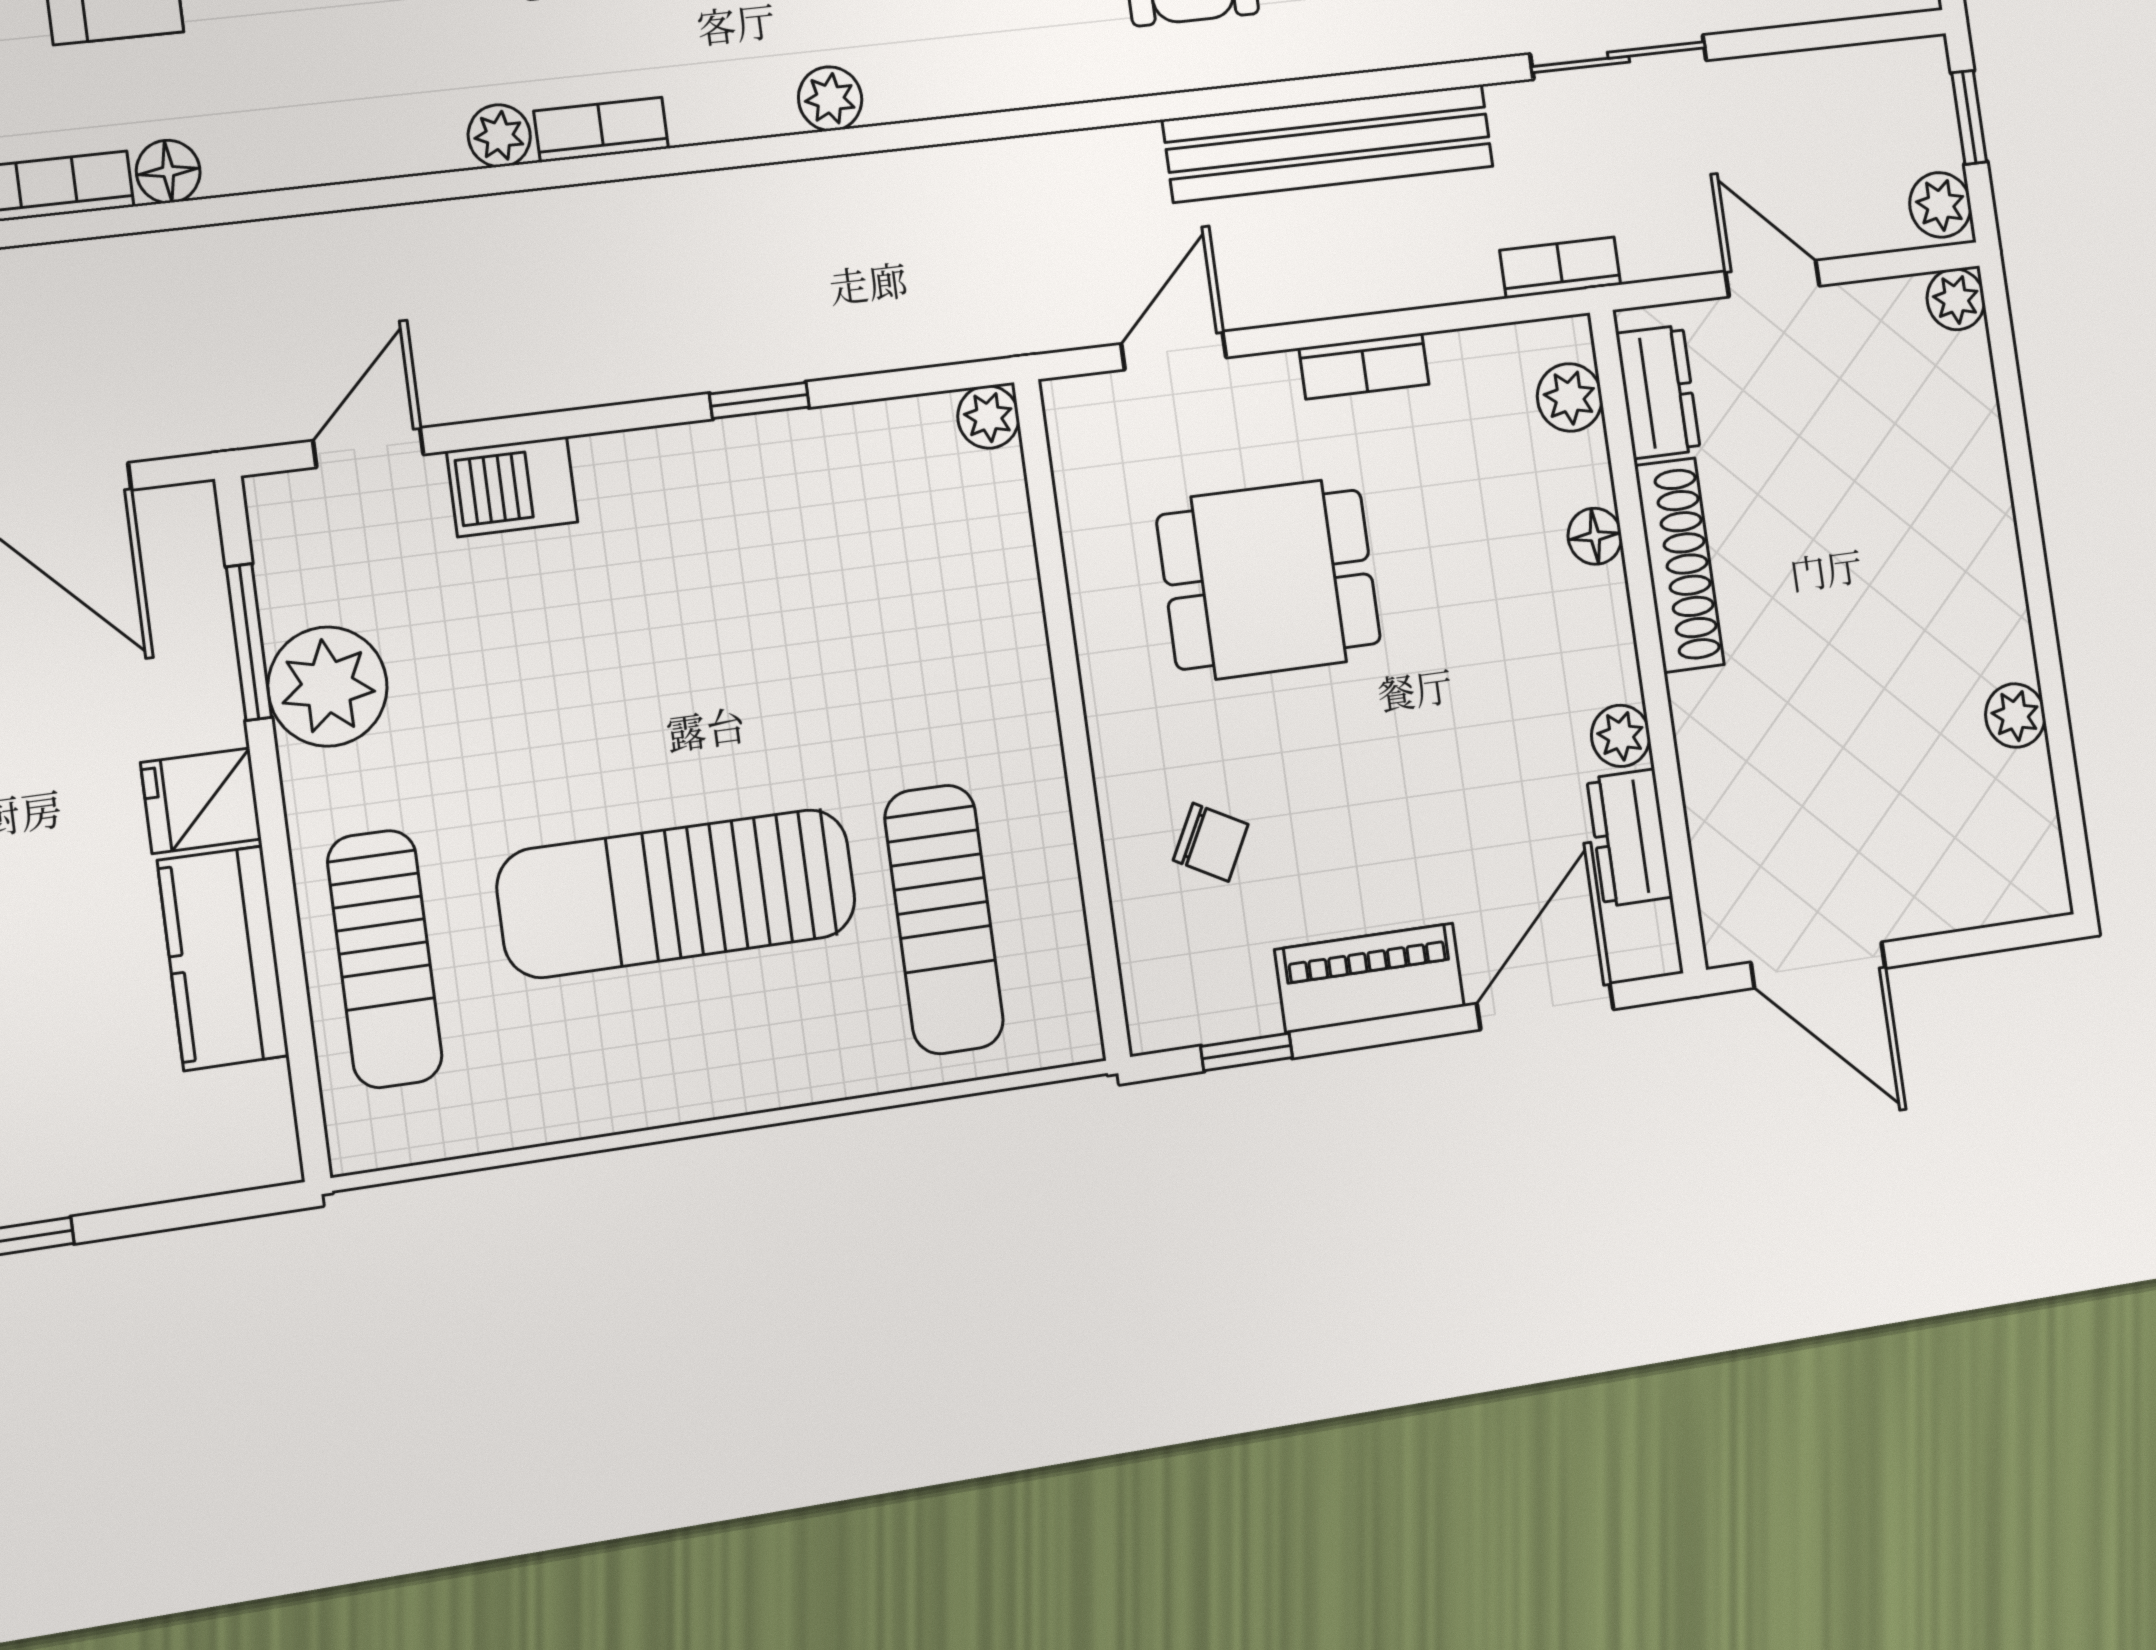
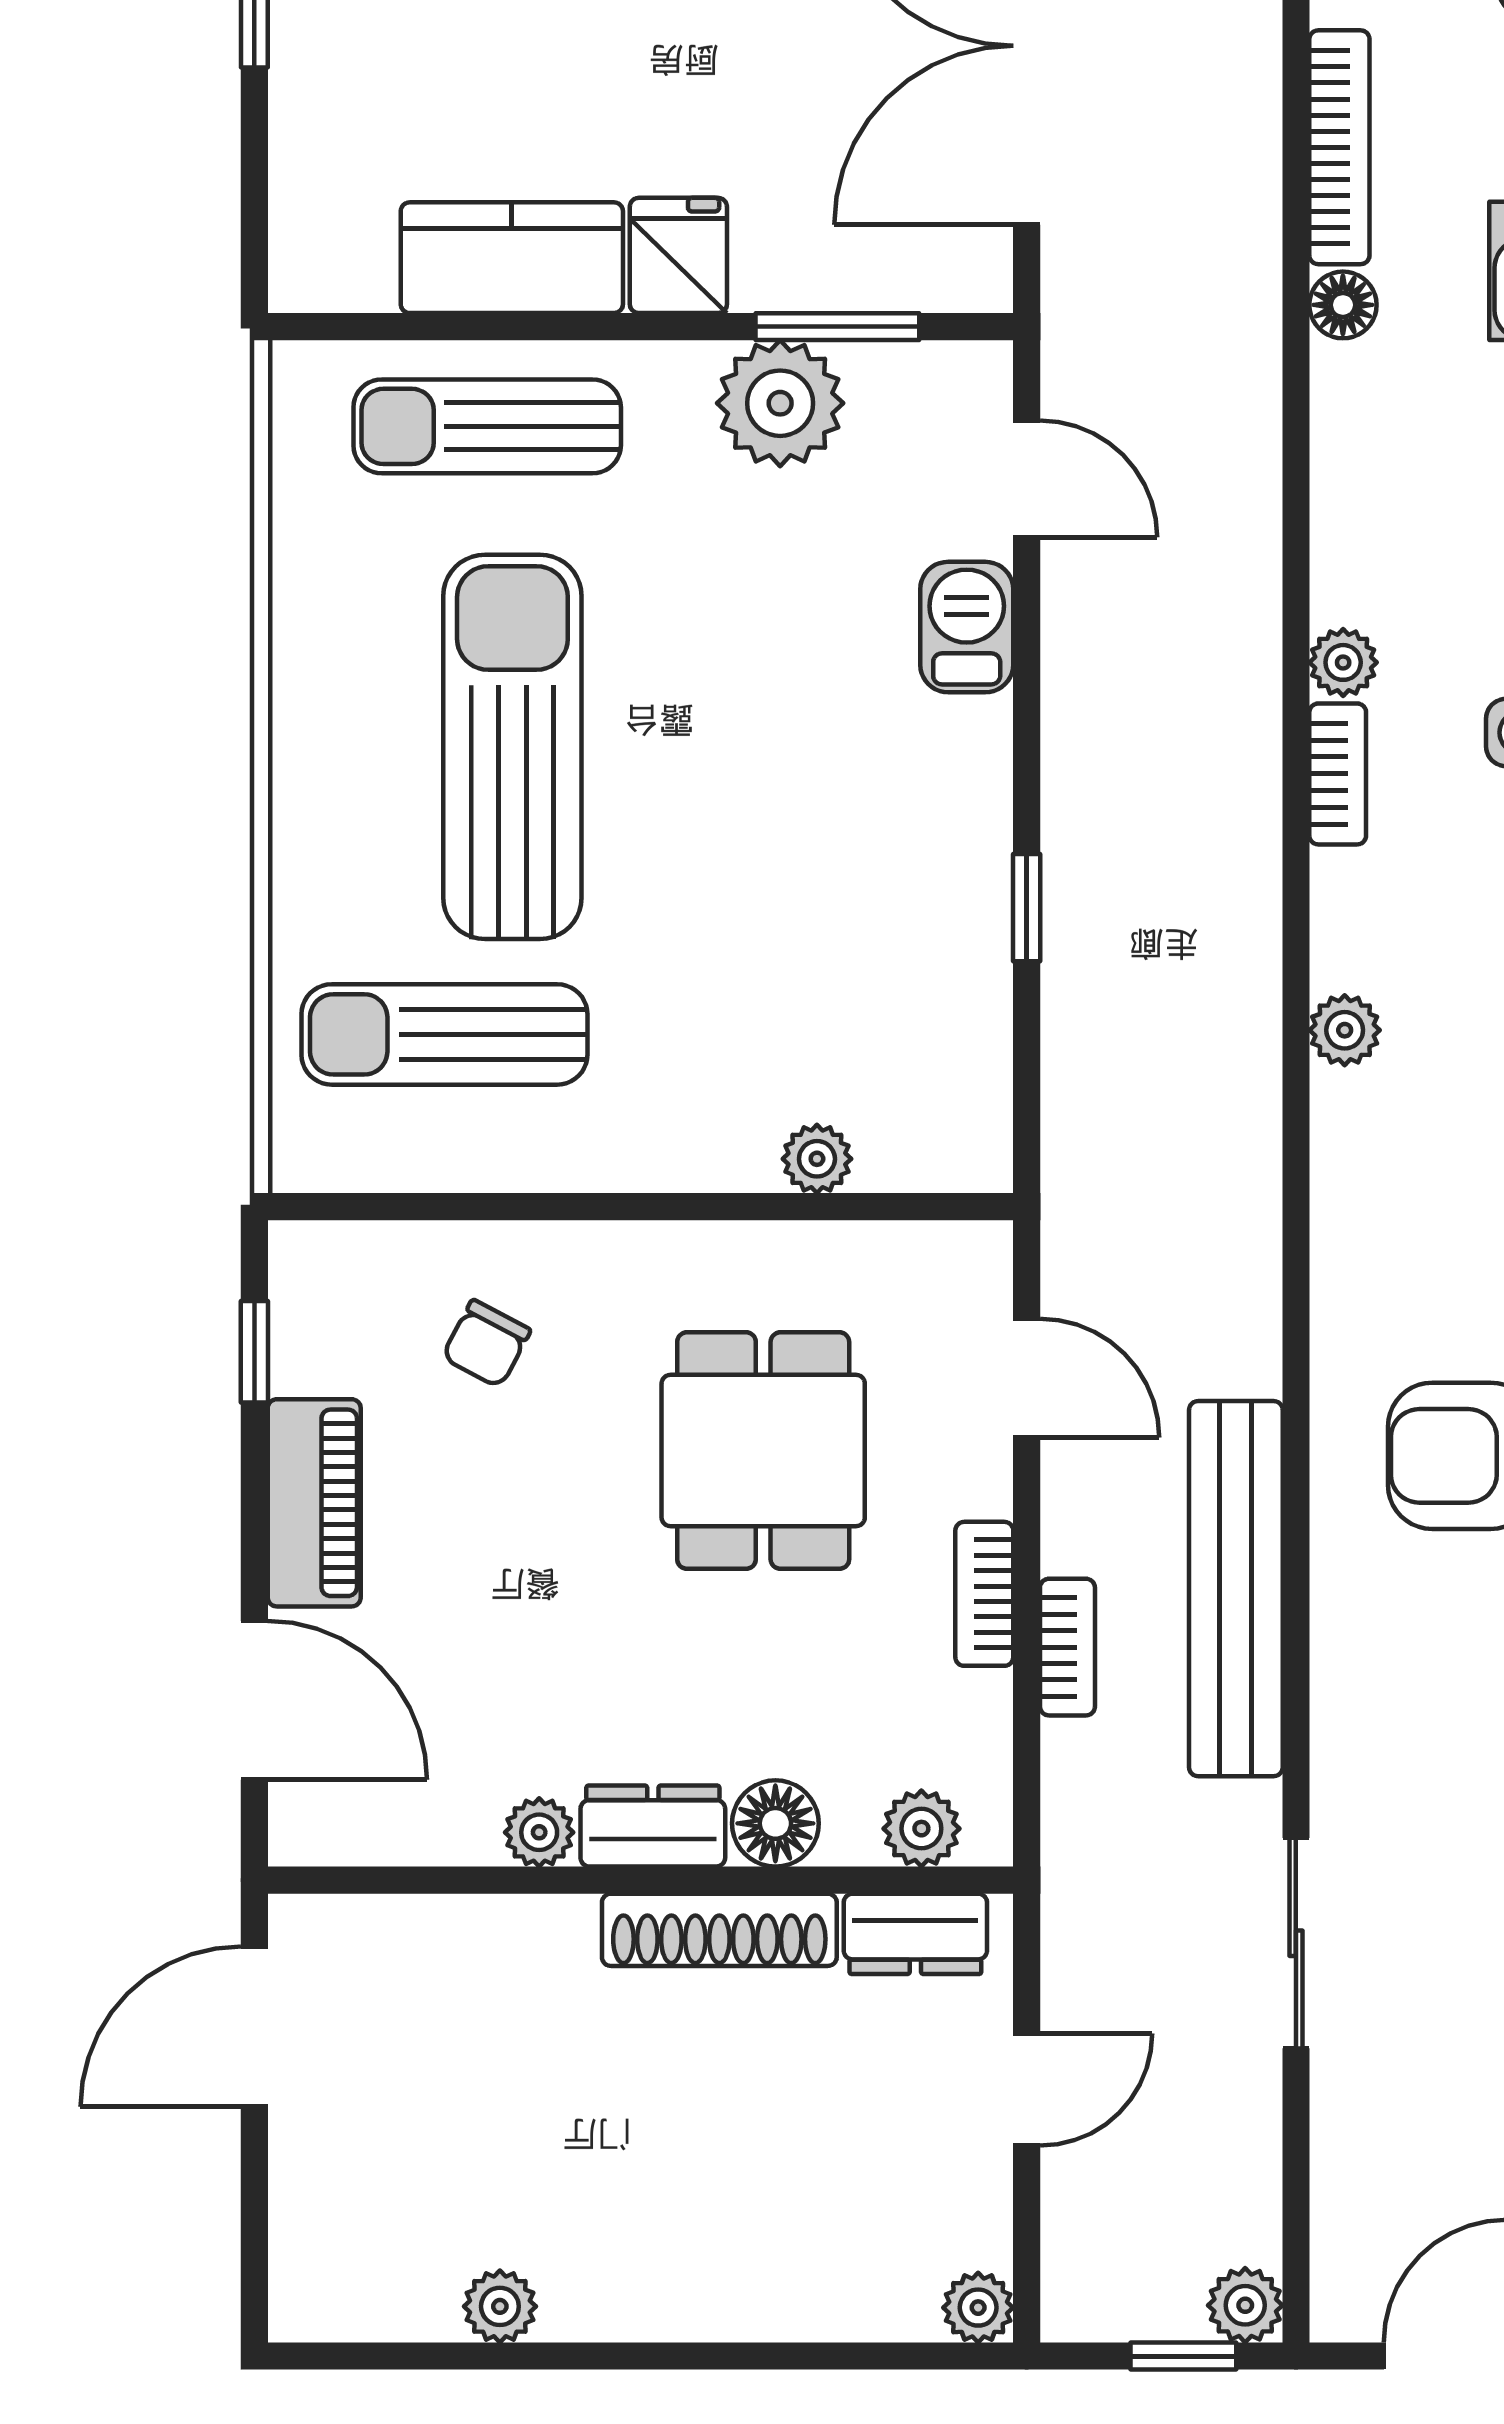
plant: (1940, 205) -> (1245, 2305), moved
bookcase: (1560, 268) -> (1067, 1647), moved
plant: (988, 417) -> (817, 1159), moved
floor lamp: (1595, 536) -> (775, 1823), width x1.37, depth x1.37
dresser: (1630, 838) -> (653, 1826), moved

